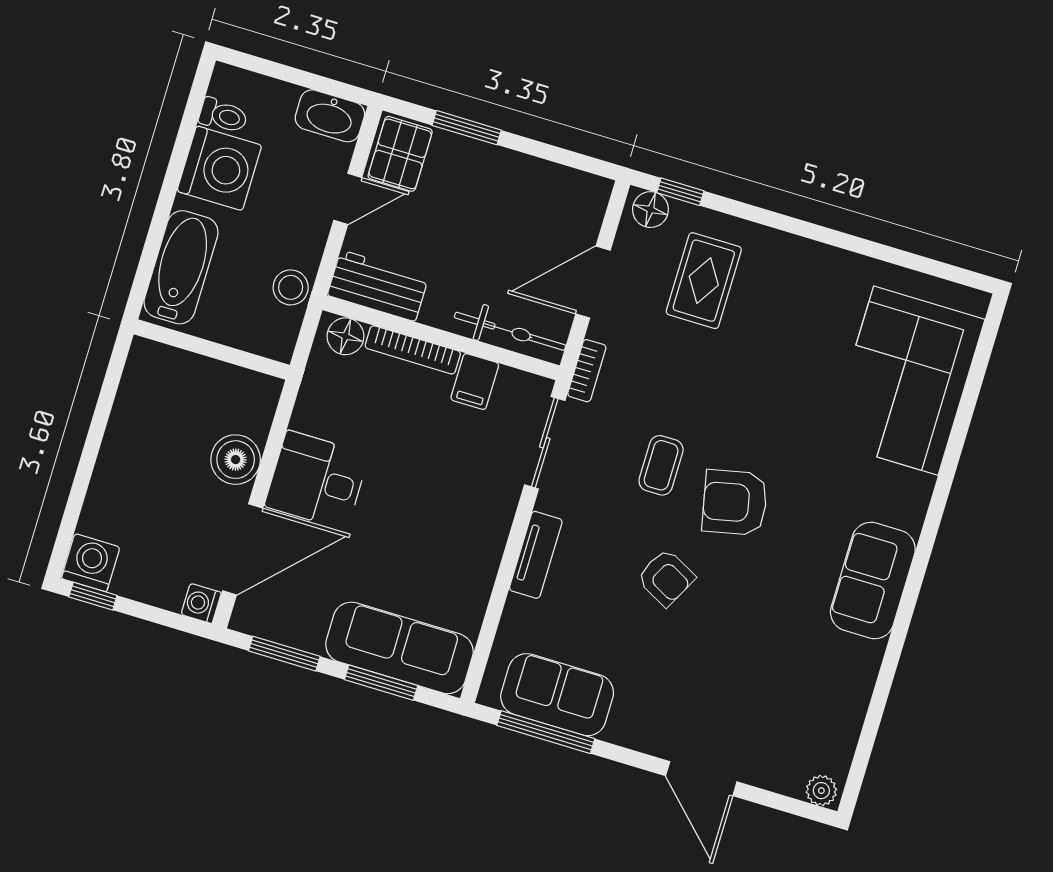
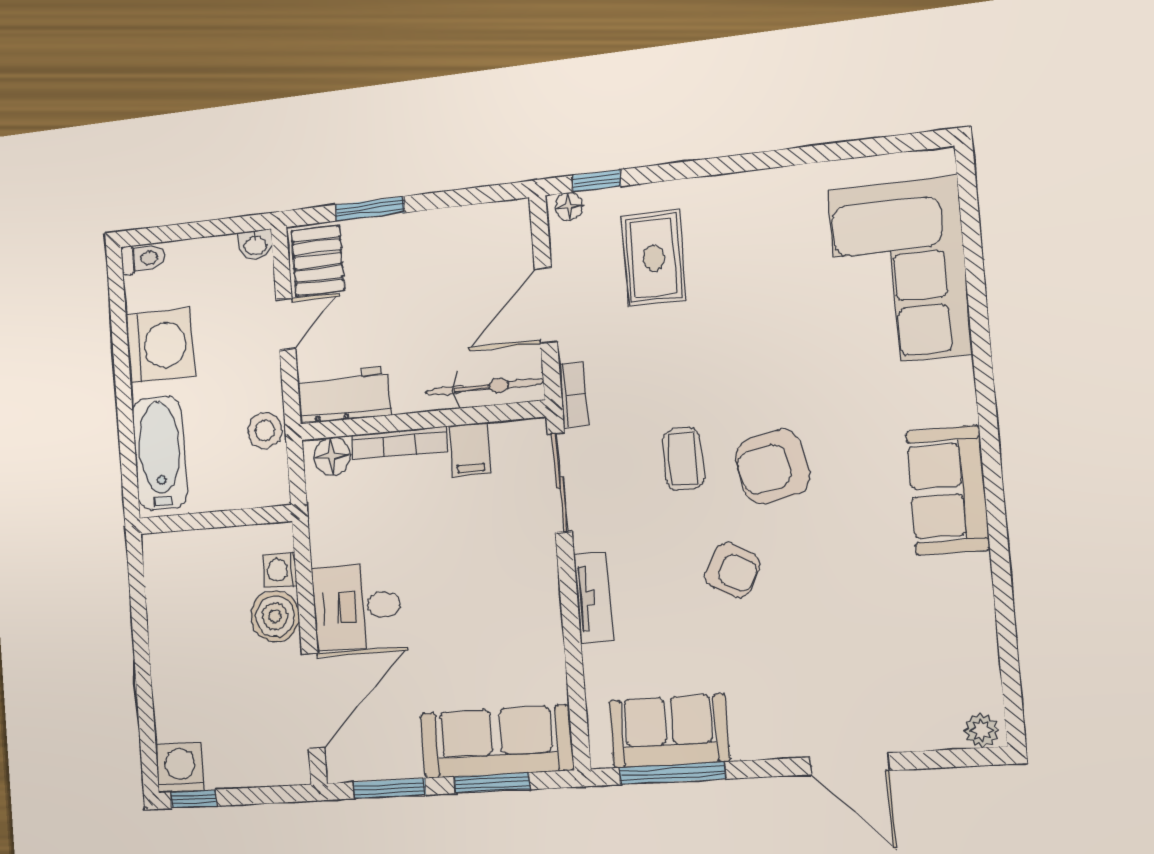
toilet: (223, 116) -> (143, 259), moved
washbasin: (330, 116) -> (255, 245), width x0.52, depth x0.69
floor lamp: (650, 210) -> (569, 206), width x0.73, depth x0.73
washing machine: (201, 603) -> (280, 570), moved

